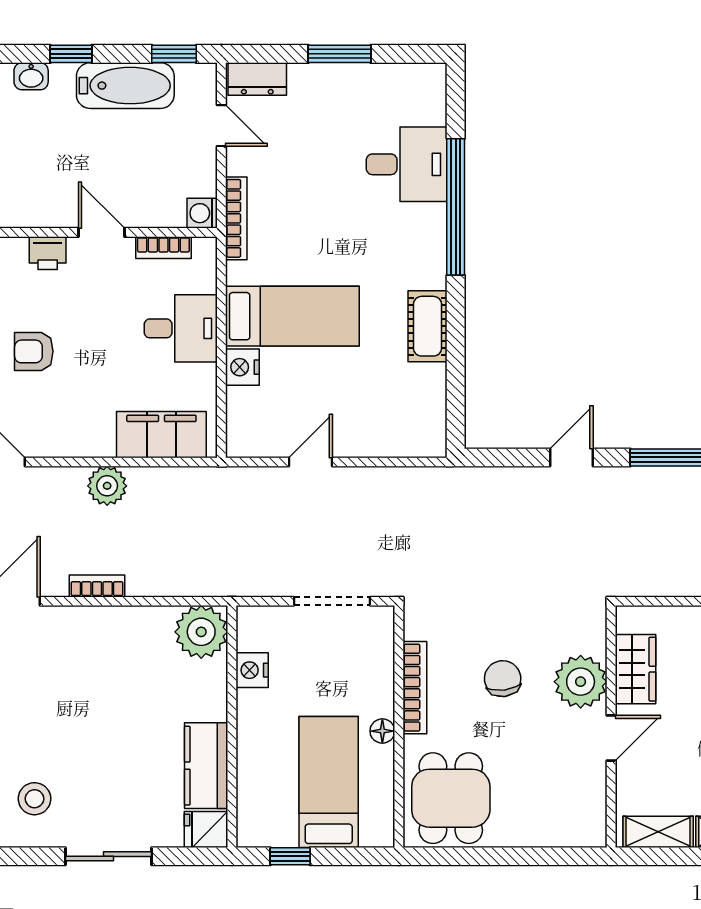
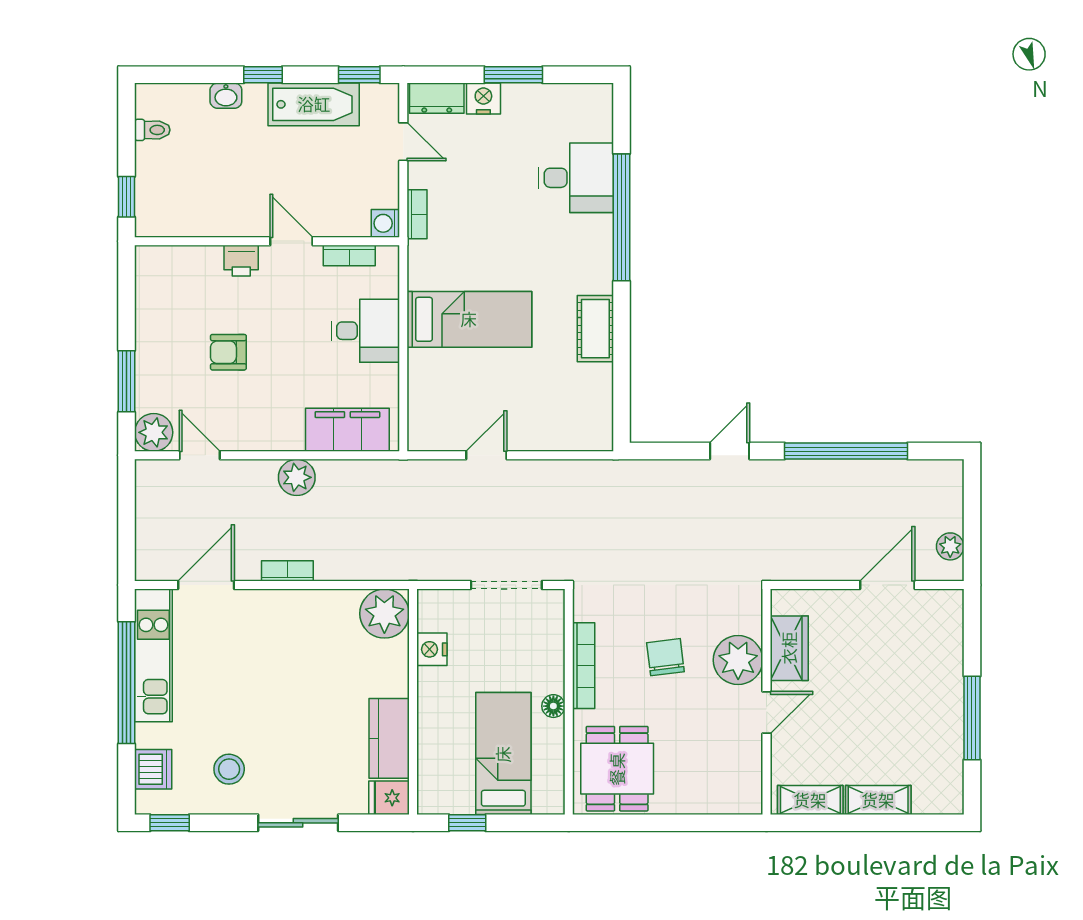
bookcase: (236, 218) -> (417, 214), width x0.64
nightstand: (242, 367) -> (483, 99), moved, turned 90

